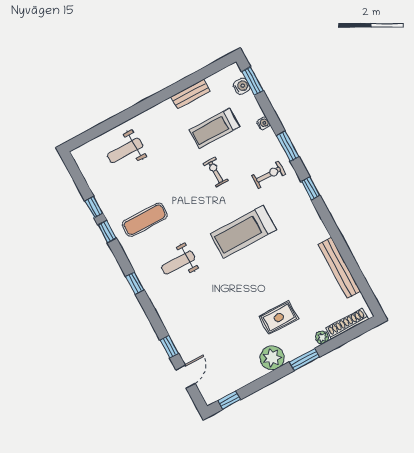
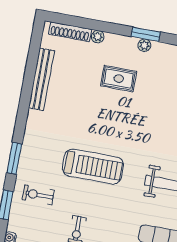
window: (311, 188) -> (14, 158), width x1.50
plant: (272, 358) -> (144, 45), width x0.53, depth x0.53
window: (304, 360) -> (146, 34), moved

